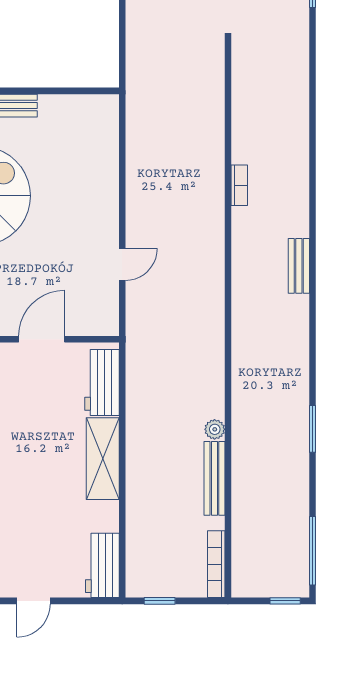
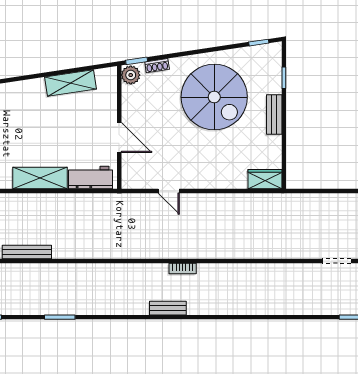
wardrobe: (104, 119) -> (265, 179), added
bookcase: (239, 185) -> (183, 269), moved
plant: (215, 429) -> (59, 252), removed

